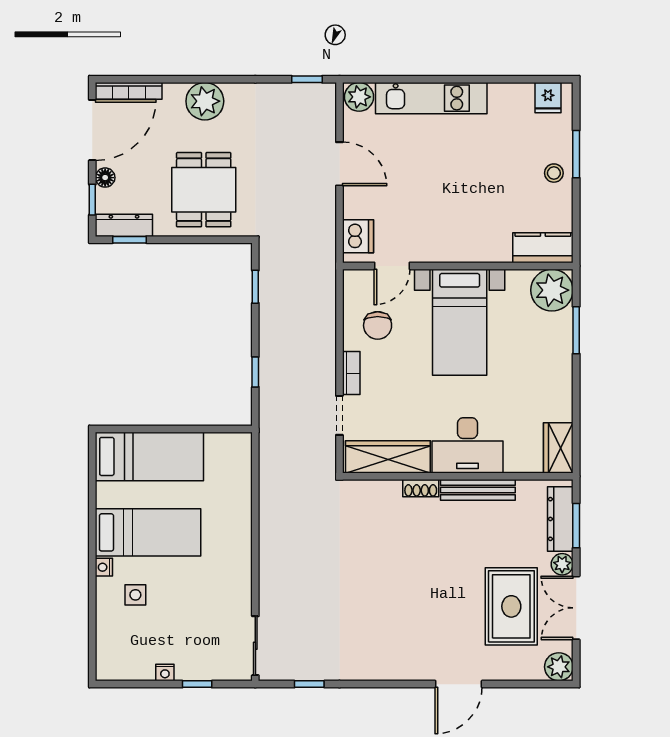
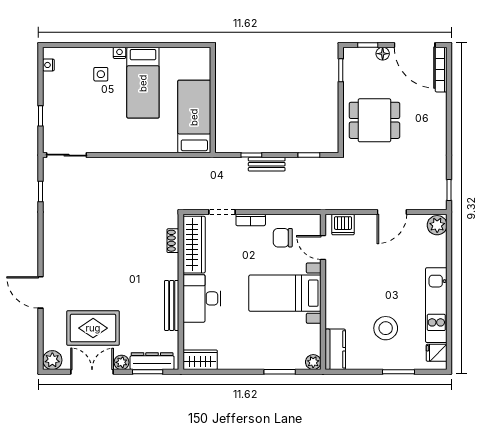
kitchen unit: (431, 98) -> (436, 305), moved
plant: (205, 101) -> (434, 121), removed
stool: (554, 173) -> (386, 328), moved, width x1.89, depth x1.89
dresser: (124, 225) -> (350, 66), removed
plant: (552, 290) -> (313, 362), width x0.53, depth x0.53
bench: (269, 349) -> (267, 164), added
bed: (149, 456) -> (194, 117), moved, turned 180
shoe rack: (421, 488) -> (173, 241), moved
nightstand: (165, 672) -> (48, 65), moved

